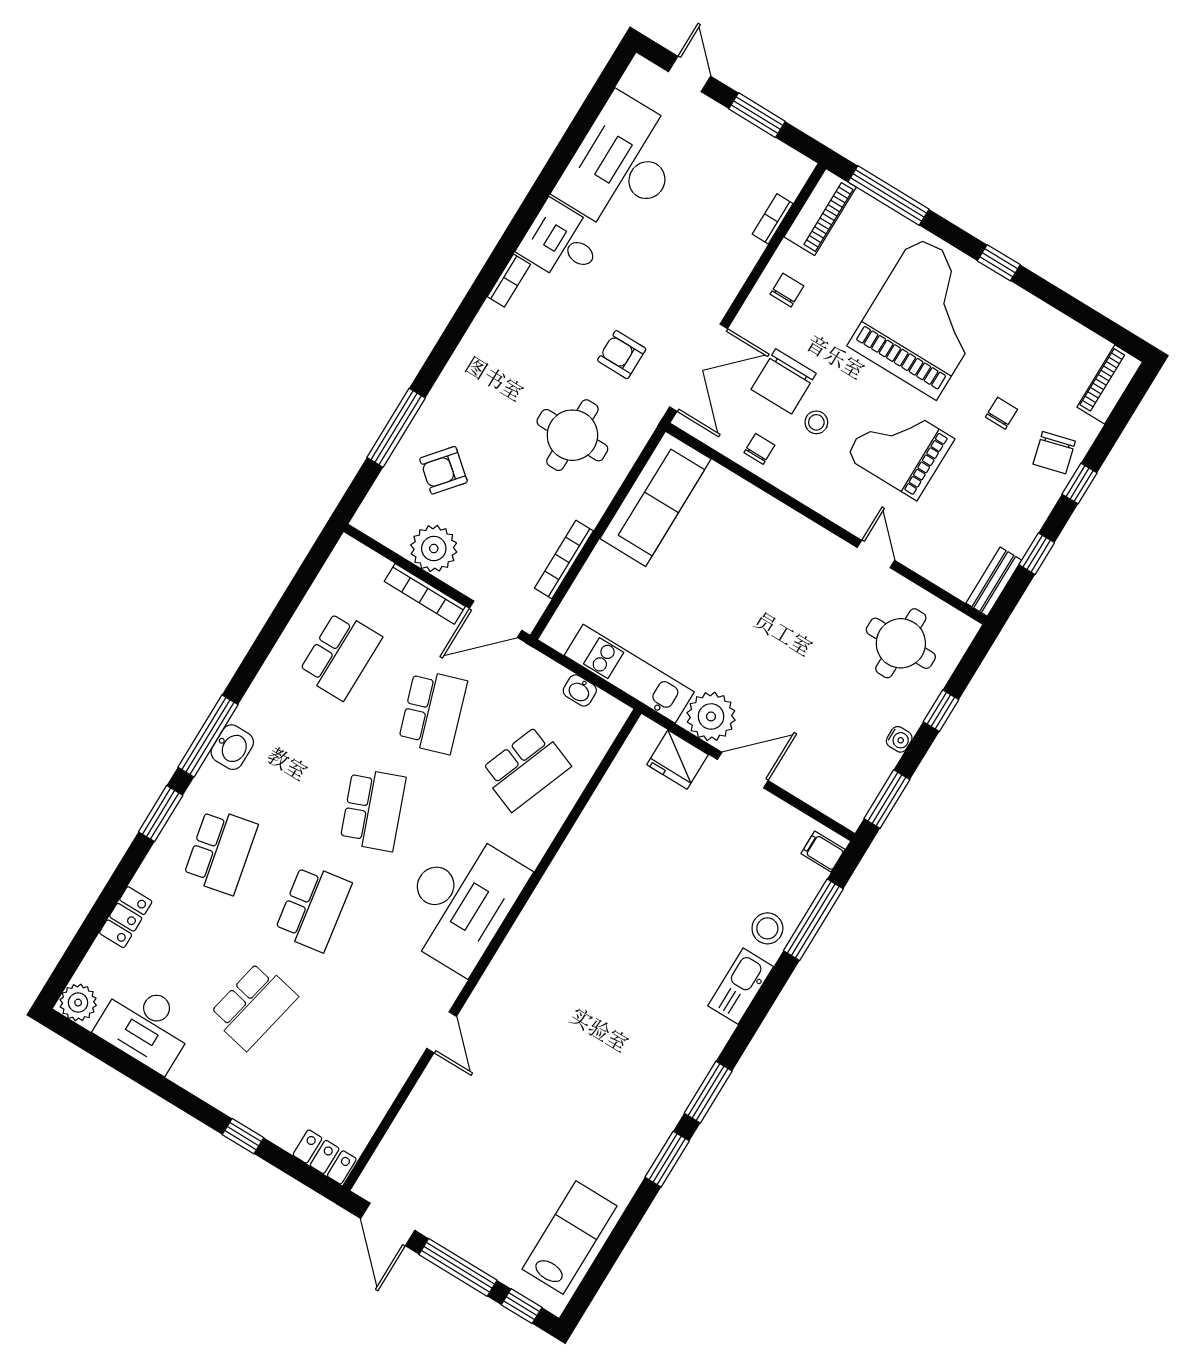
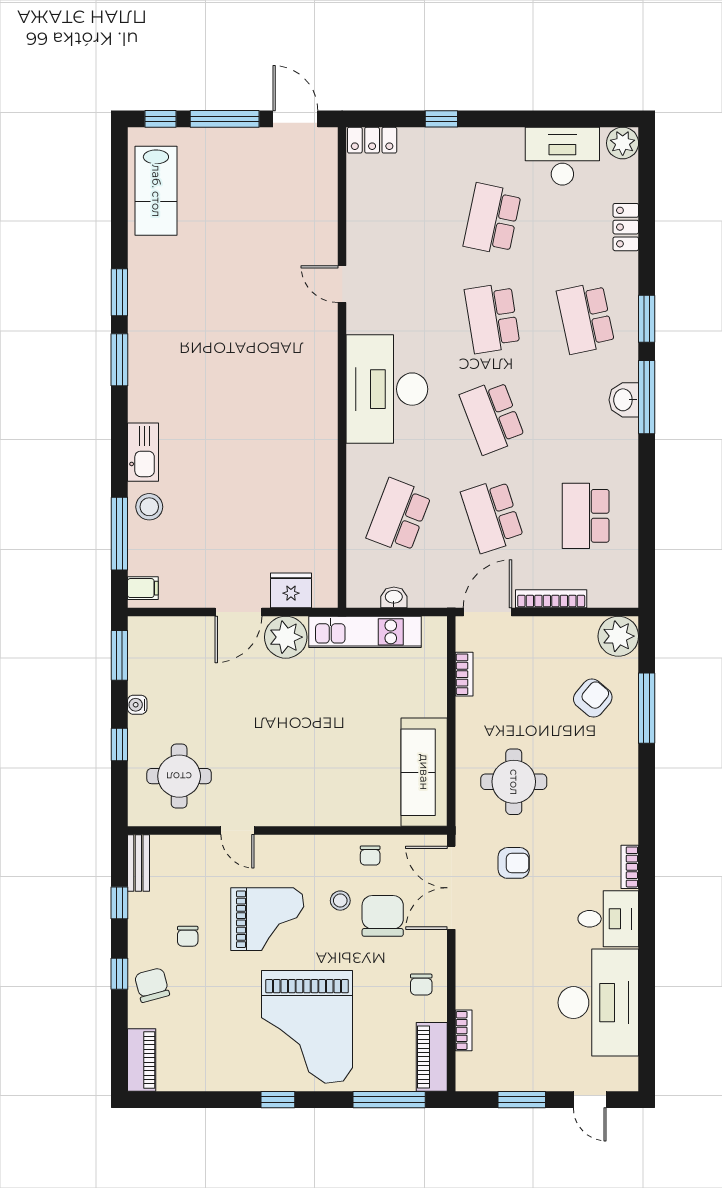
chair: (1001, 413) -> (188, 936), moved
plant: (434, 548) -> (618, 636), moved
bookcase: (564, 559) -> (464, 674), width x0.64

